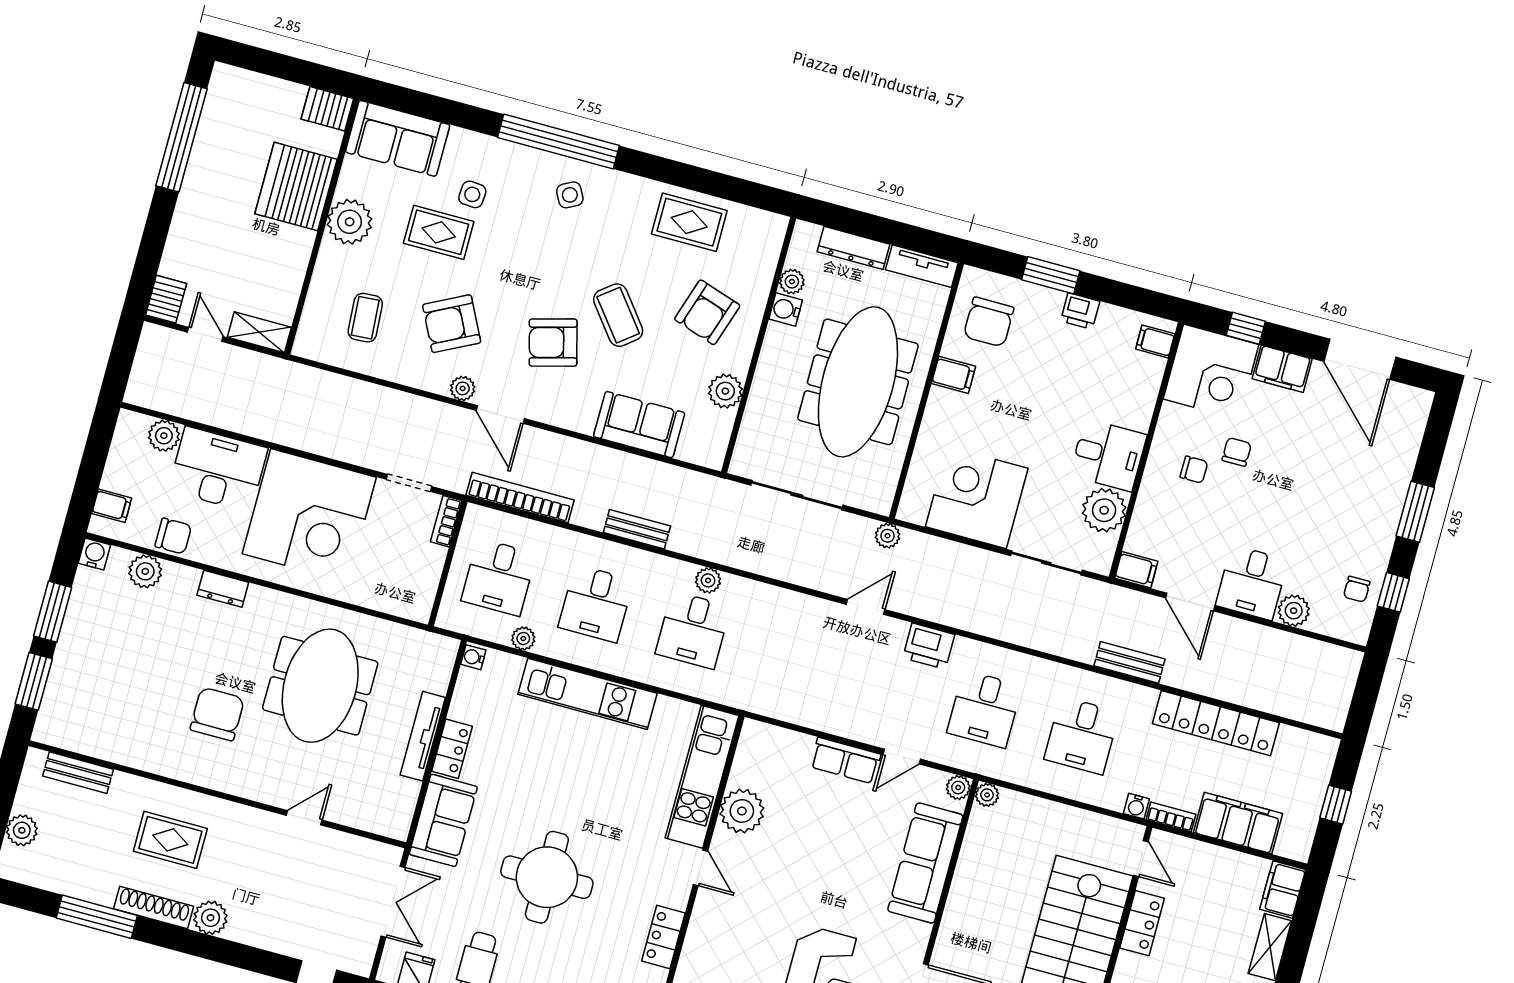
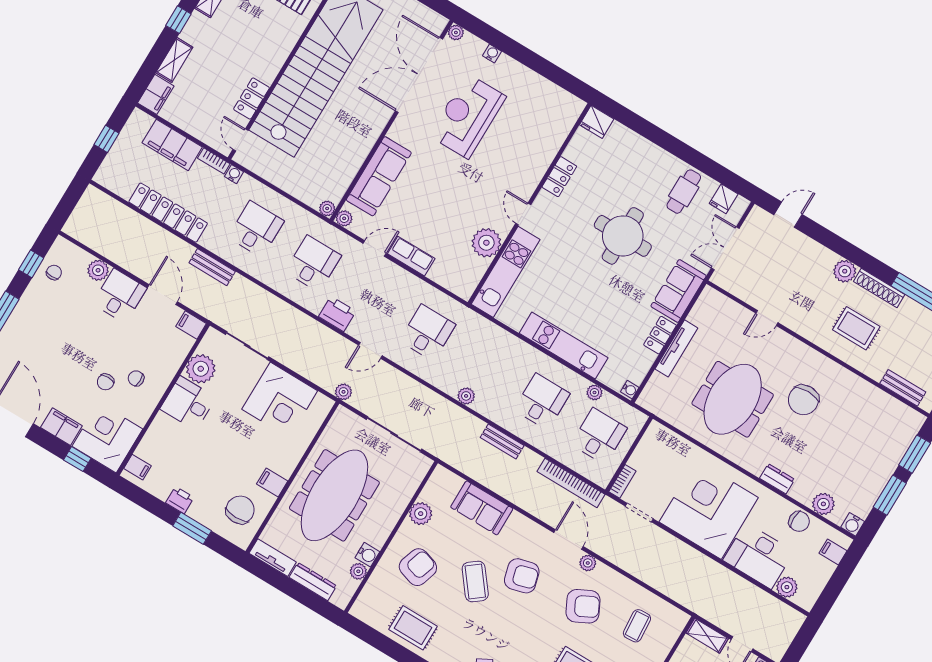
chair: (173, 536) -> (799, 521), turned 180
desk: (693, 630) -> (427, 333), moved

